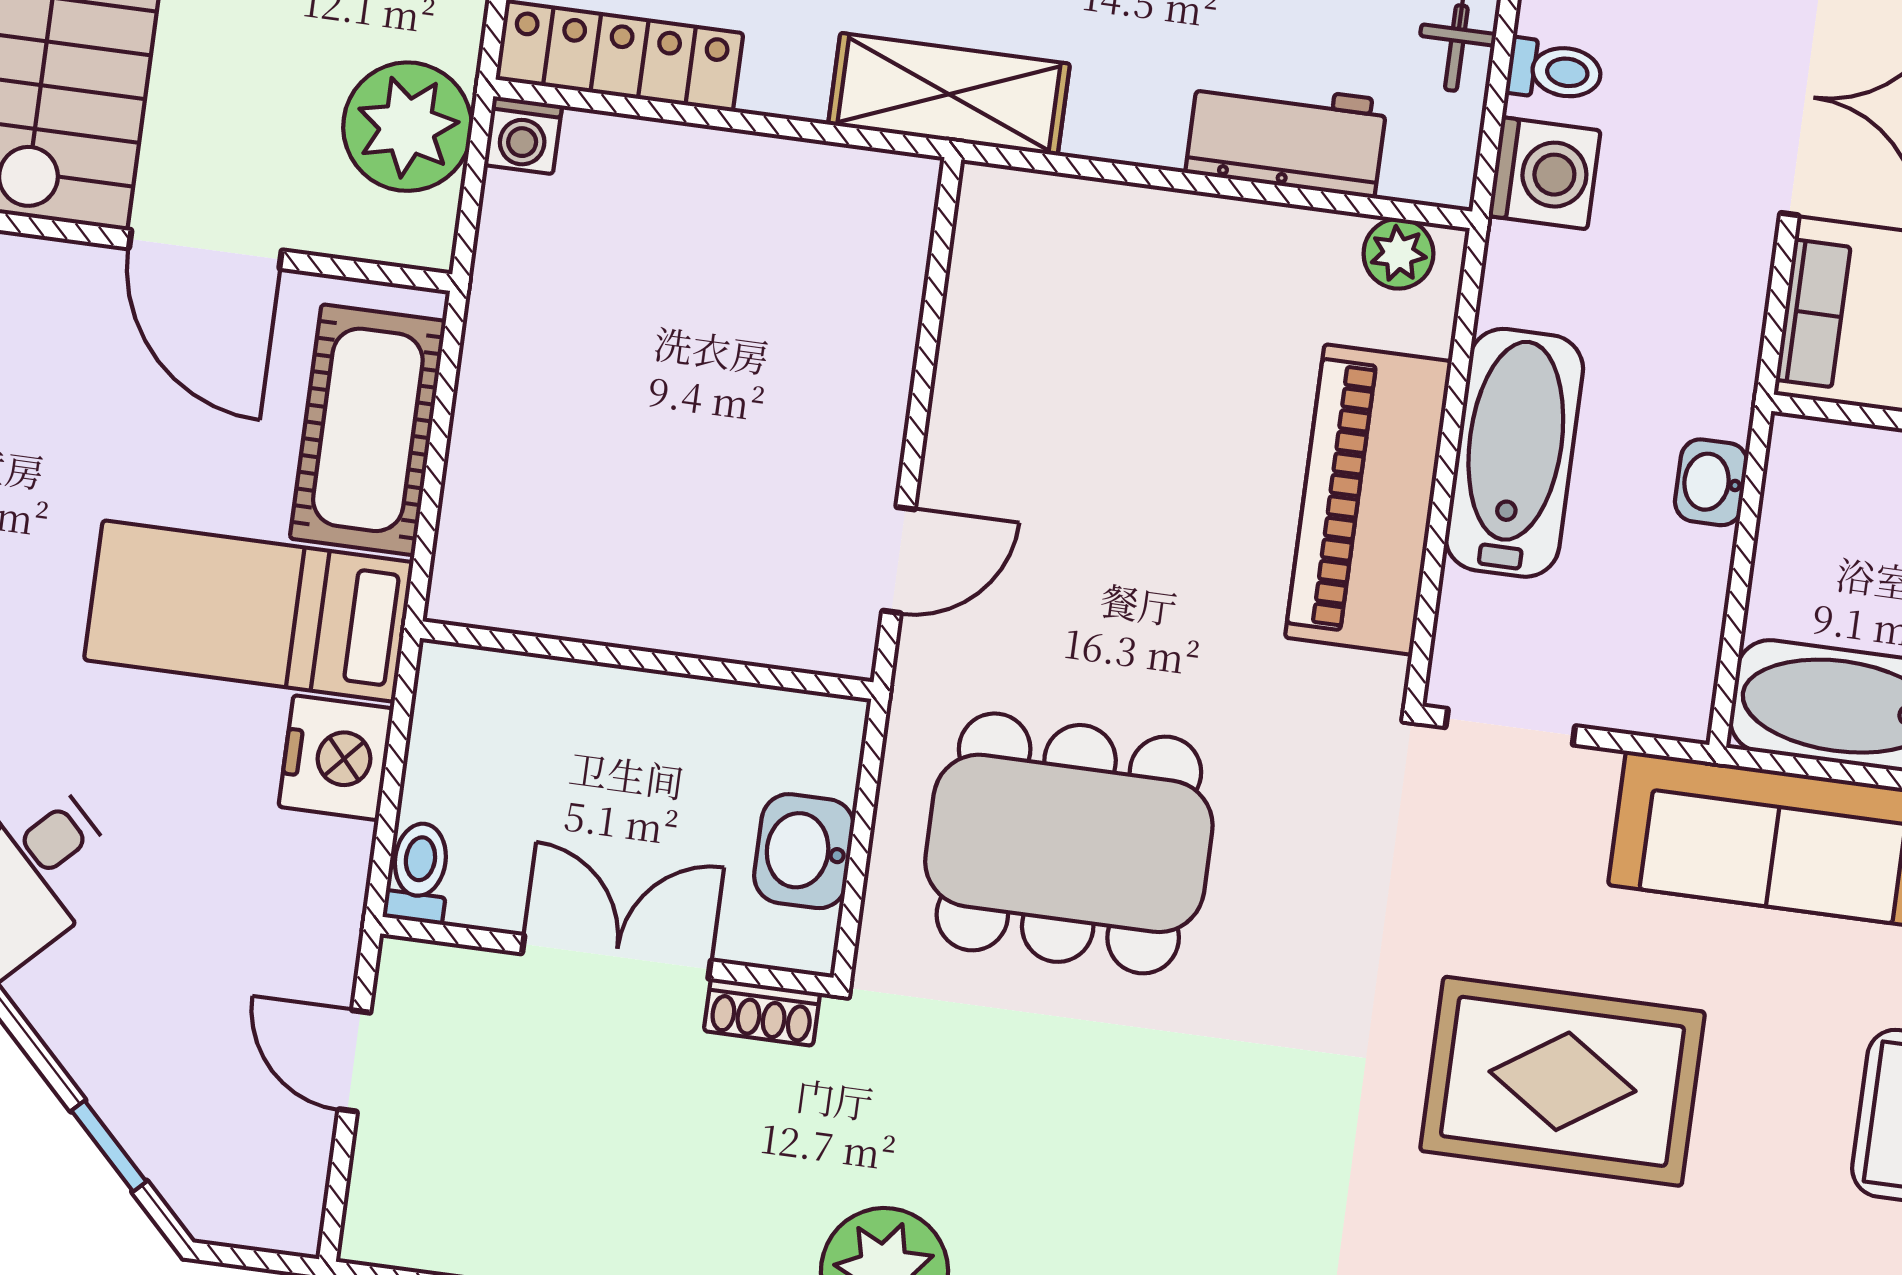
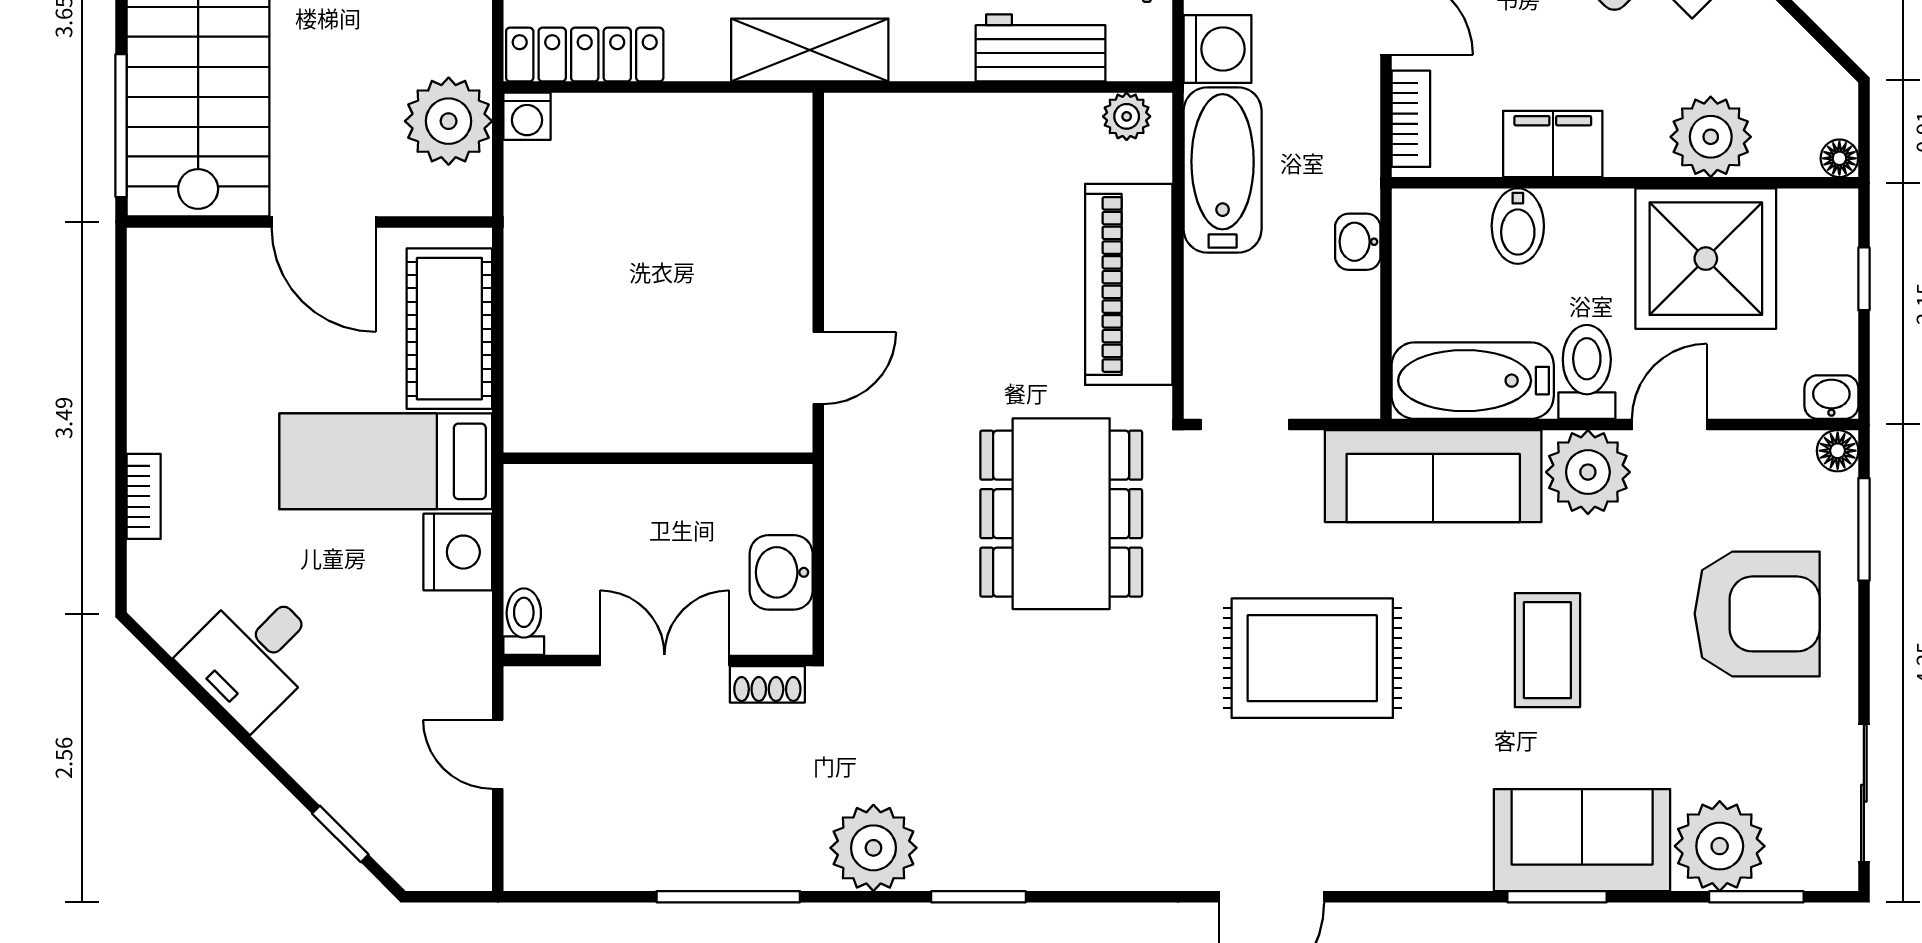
bathtub: (1514, 453) -> (1223, 170), moved
dining table: (1069, 843) -> (1061, 514), moved, turned 90

